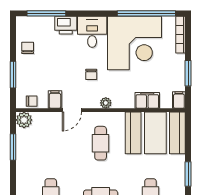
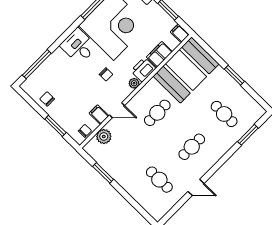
printer: (66, 25) -> (143, 70), moved, turned 180
door: (72, 110) -> (117, 110), hinge flipped
plant: (24, 120) -> (104, 136), moved
cafe table: (101, 143) -> (157, 113), turned 90

